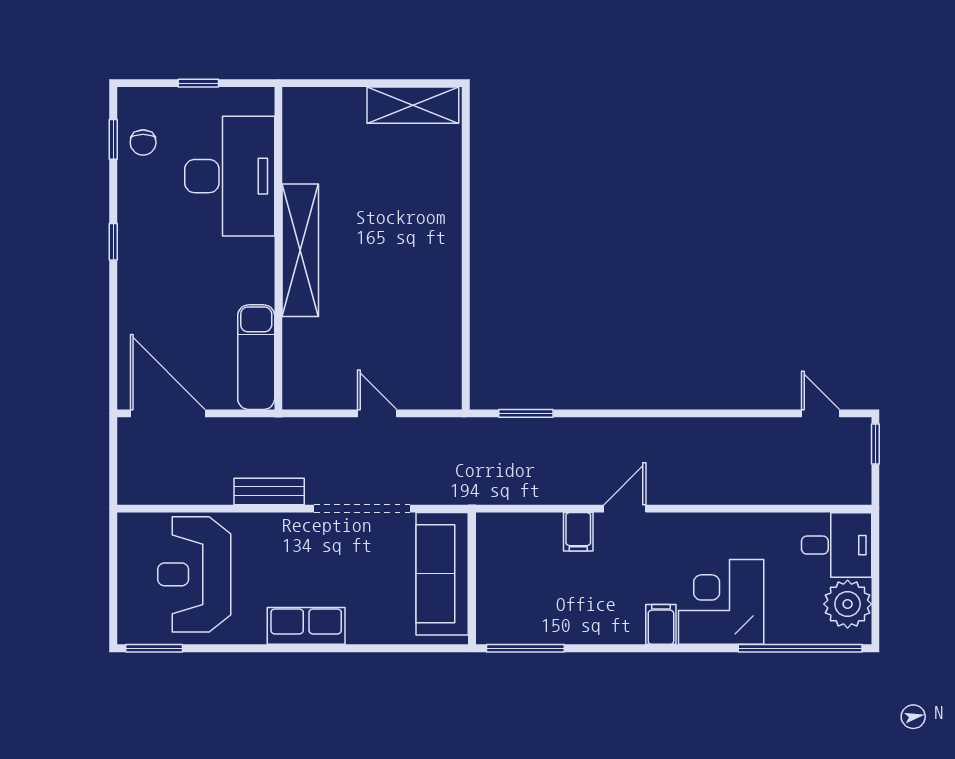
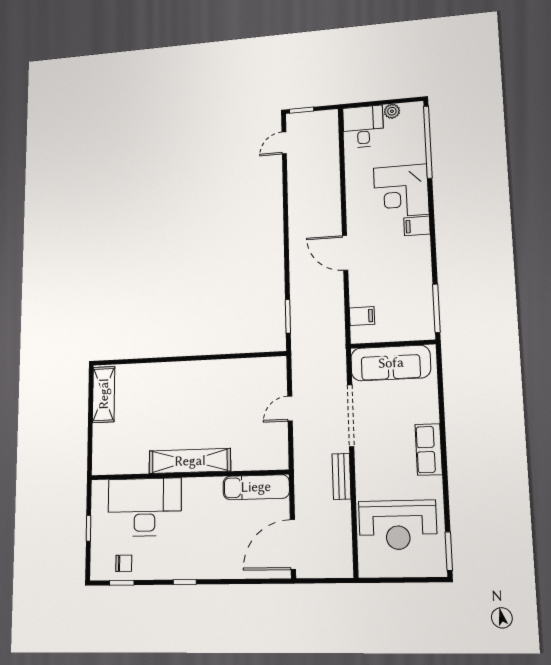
door: (625, 509) -> (345, 253), width x1.38
filing cabinet: (578, 532) -> (362, 316), moved
plant: (848, 604) -> (392, 111), width x0.53, depth x0.53

